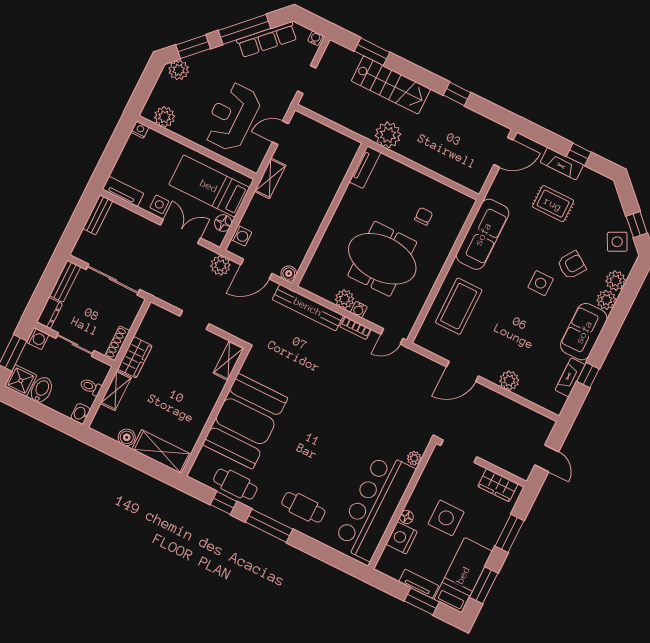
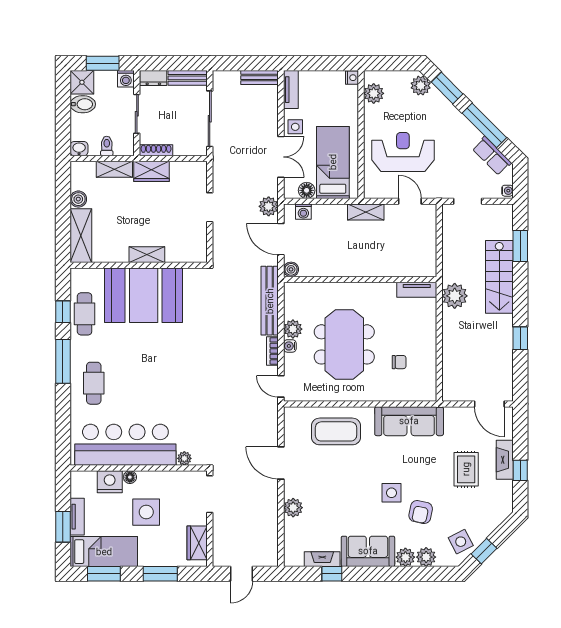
row of seats: (267, 40) -> (492, 156), width x0.68
armchair: (572, 265) -> (421, 512), turned 68
shelving: (229, 360) -> (147, 255), moved

